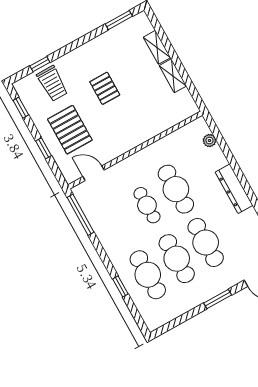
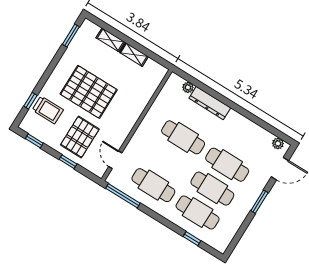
pallet: (105, 88) -> (89, 92), width x2.05, depth x2.00
pallet: (70, 130) -> (80, 137), turned 90
door: (93, 173) -> (115, 160), hinge flipped
dresser: (234, 189) -> (210, 103), moved
cafe table: (147, 205) -> (153, 185), moved, width x1.37, depth x1.35
window: (120, 286) -> (192, 239), moved

